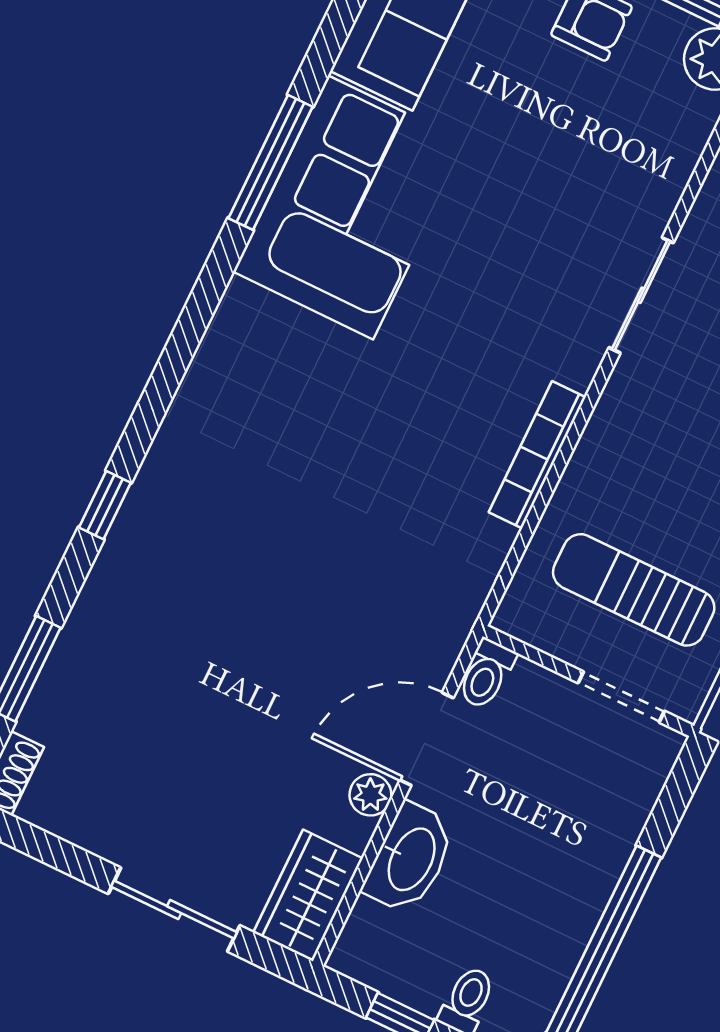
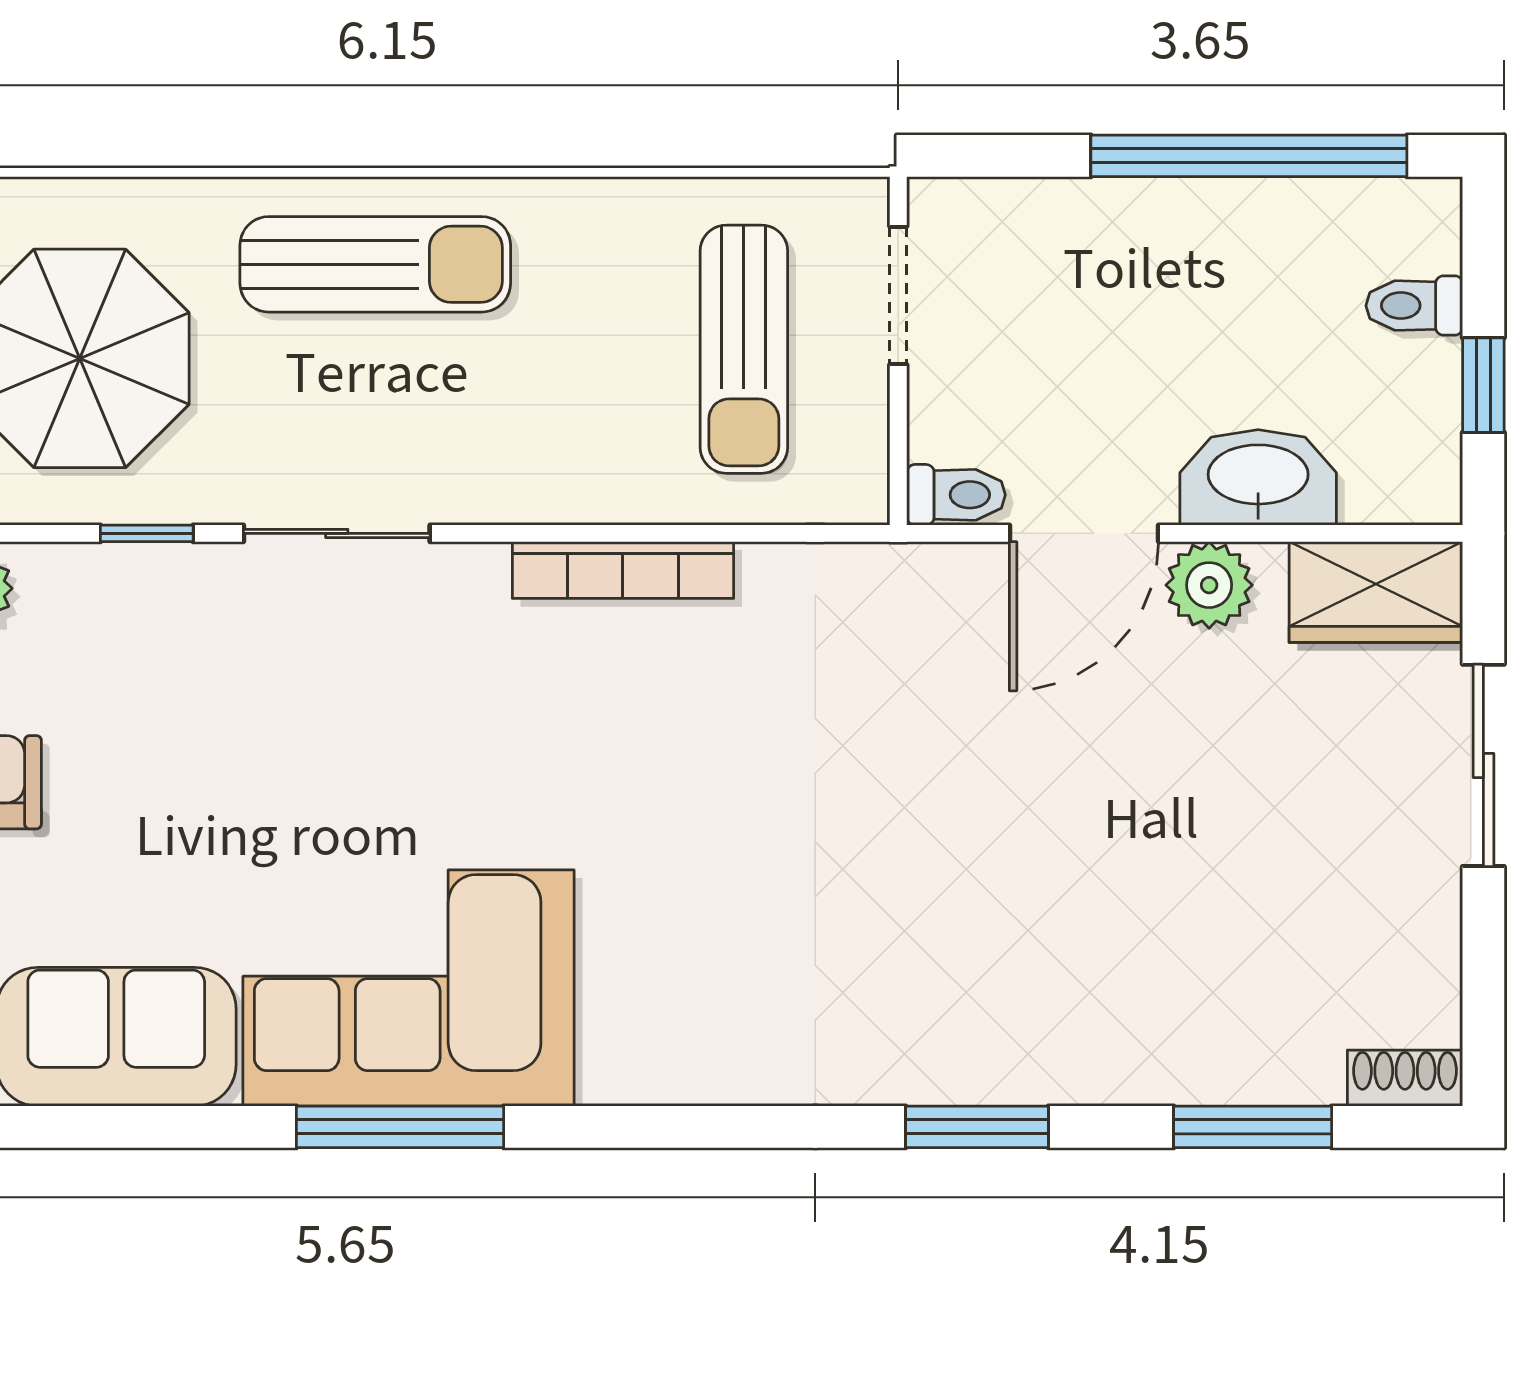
window: (696, 182) -> (147, 533), added
window: (105, 505) -> (977, 1127), width x1.50
door: (427, 739) -> (1084, 533), hinge flipped
plant: (370, 795) -> (1209, 585), width x1.38, depth x1.38

